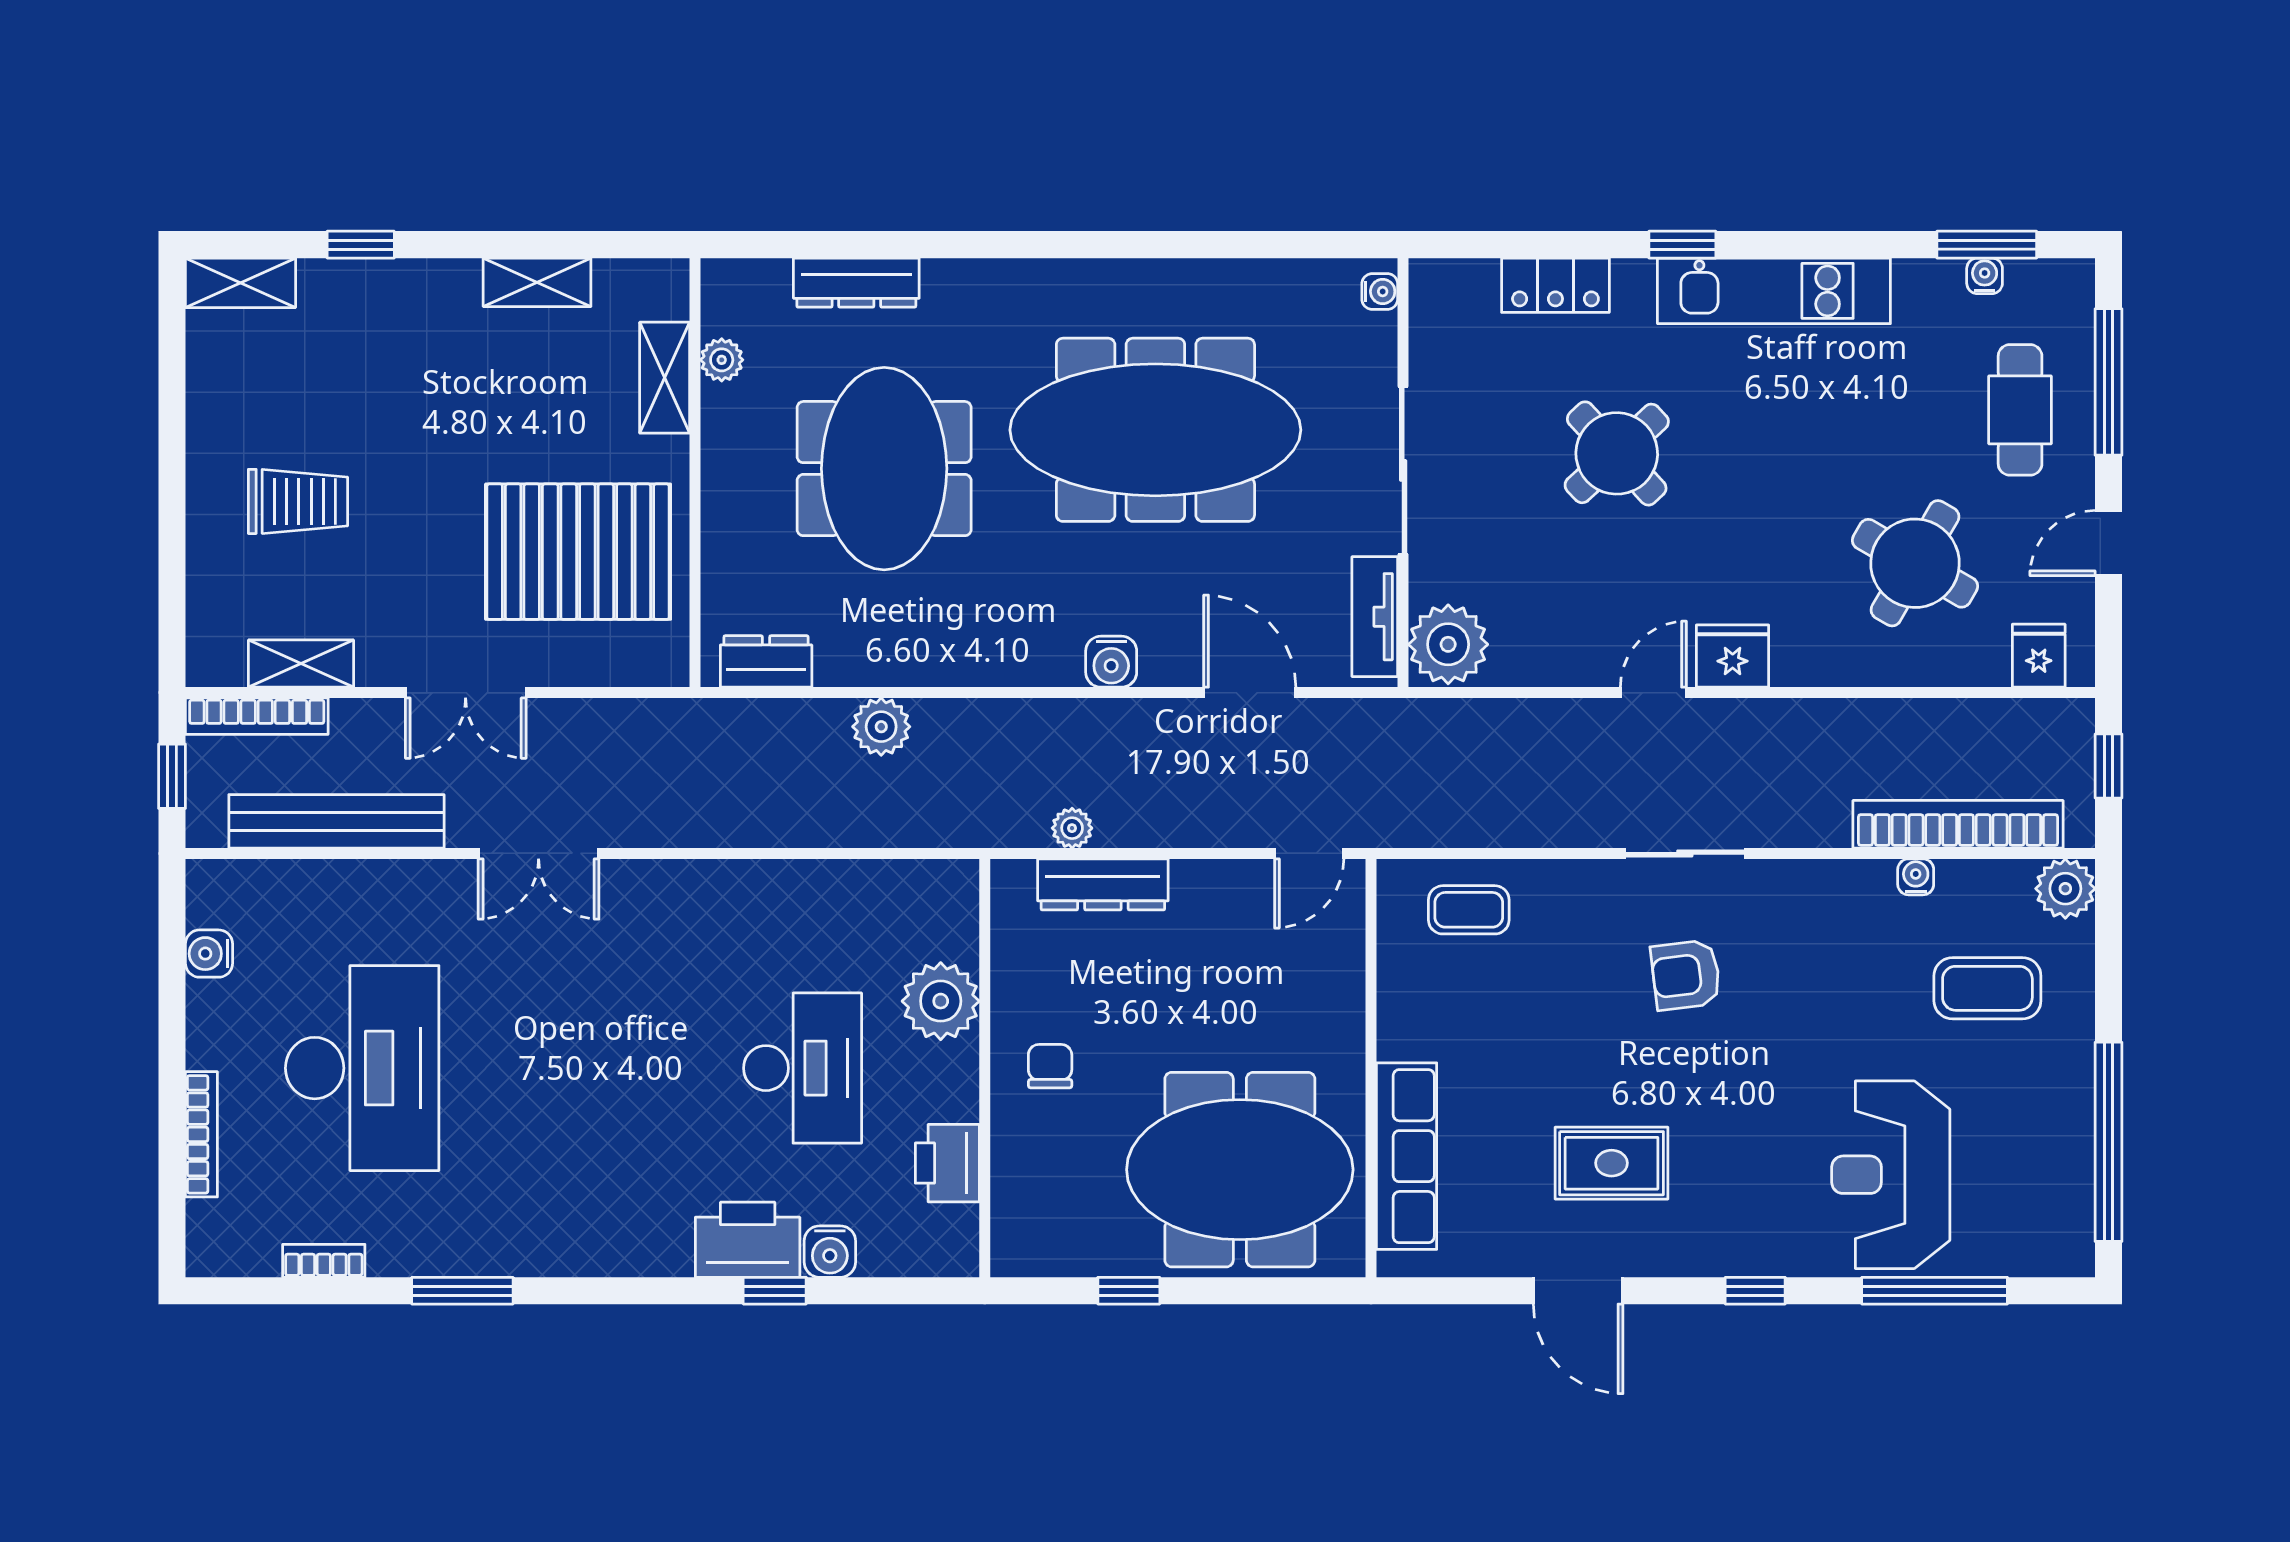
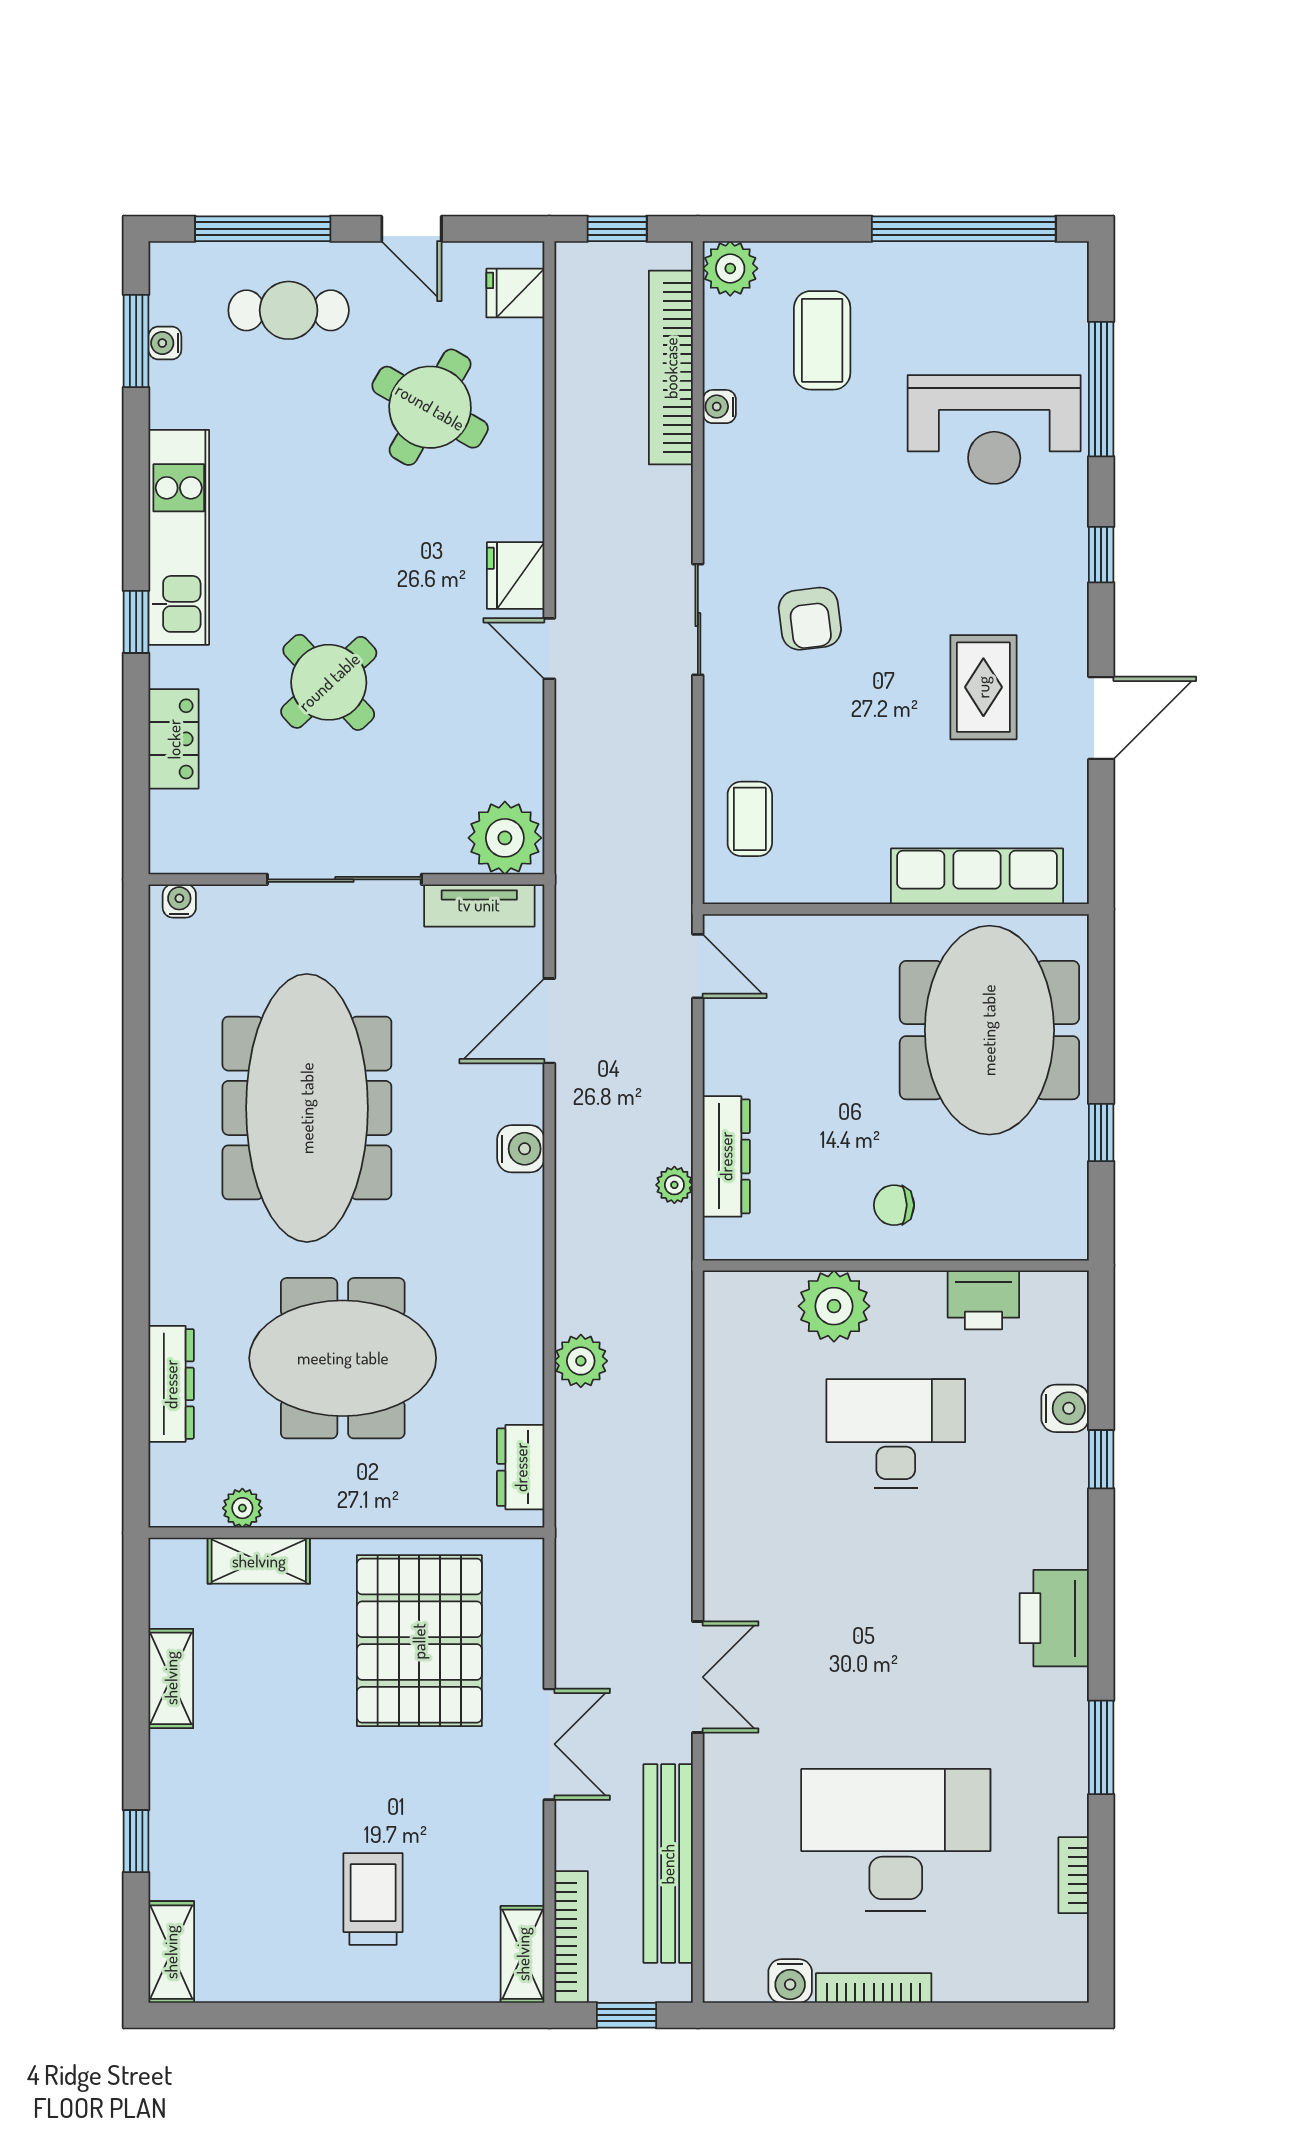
shelving: (301, 664) -> (523, 1954), moved
bookcase: (201, 1134) -> (874, 1988), moved
printer: (748, 1240) -> (1054, 1618), moved

